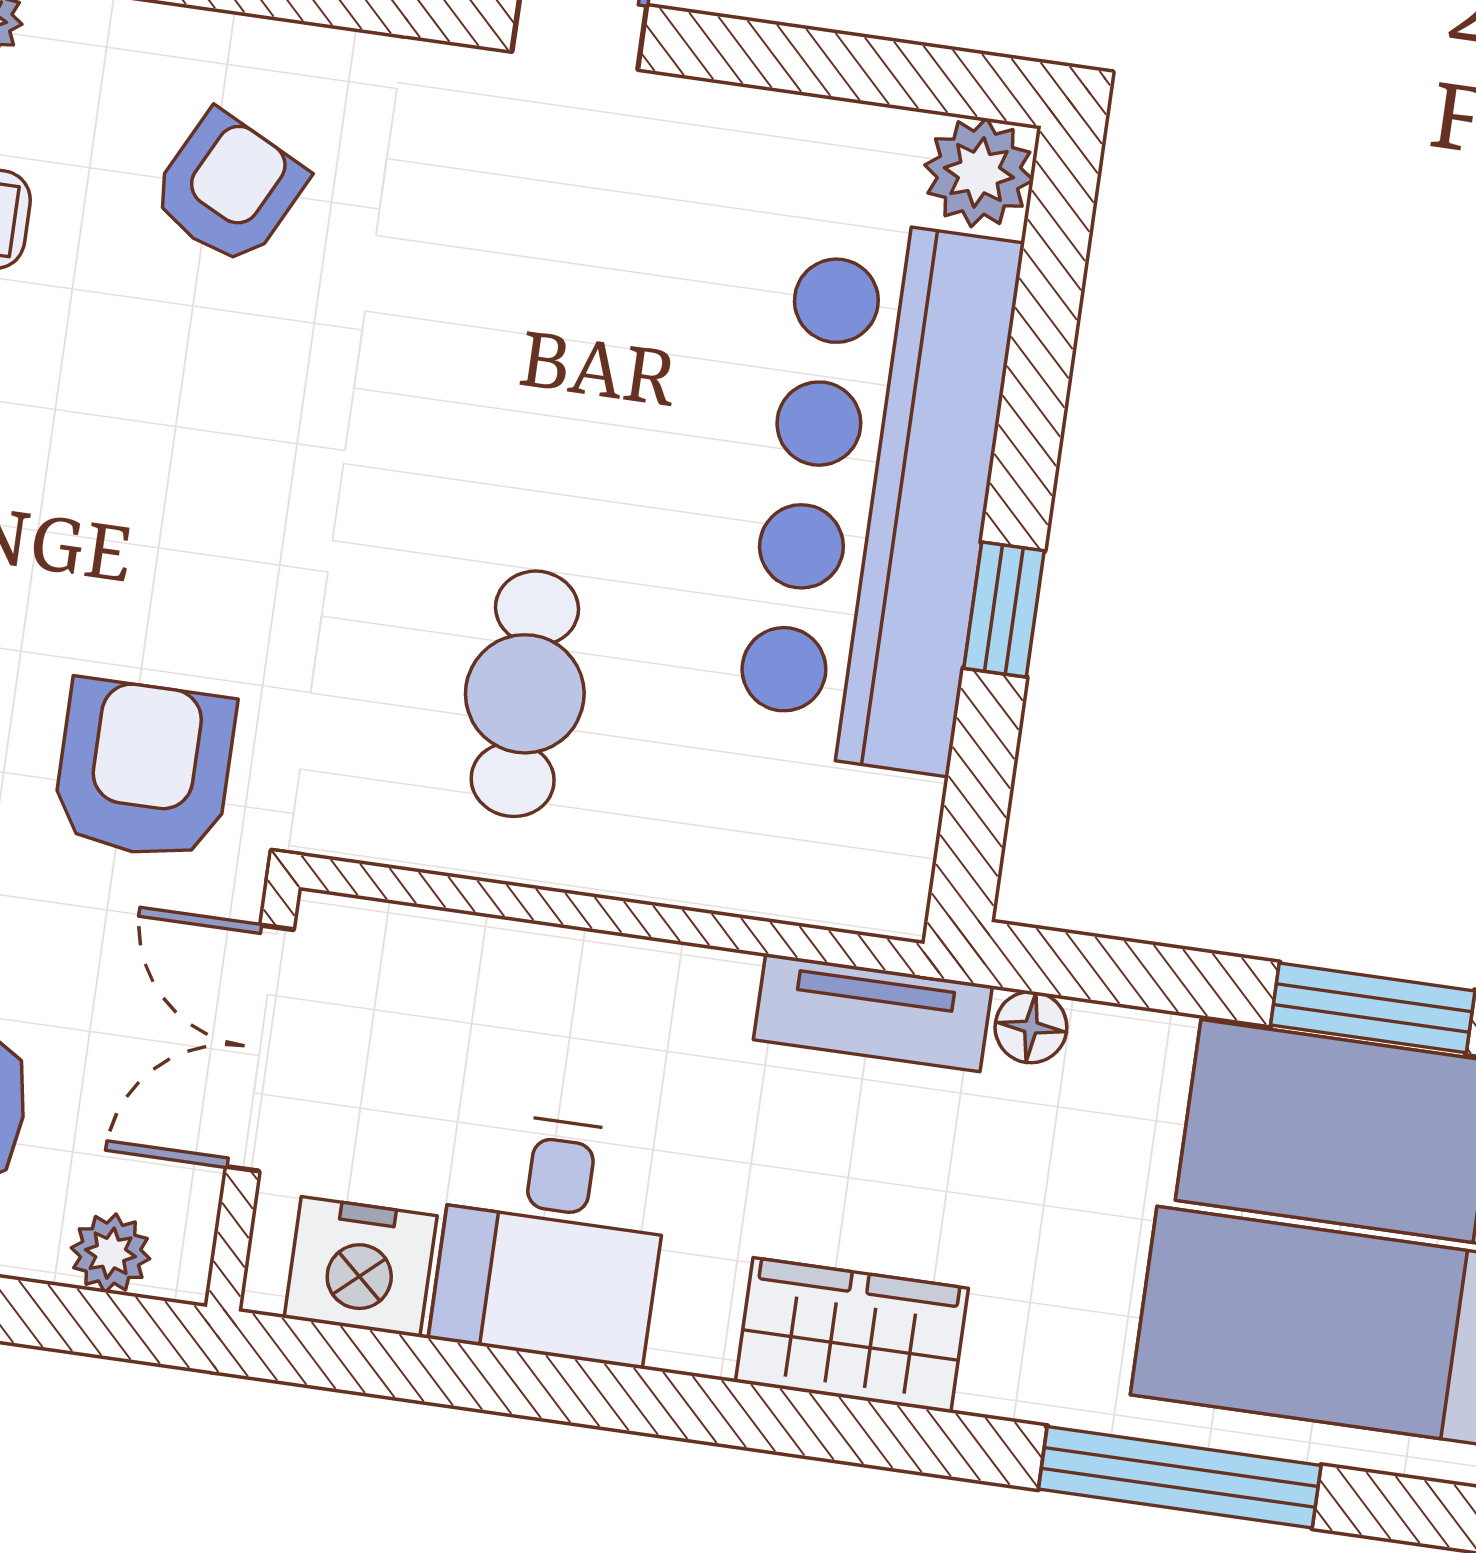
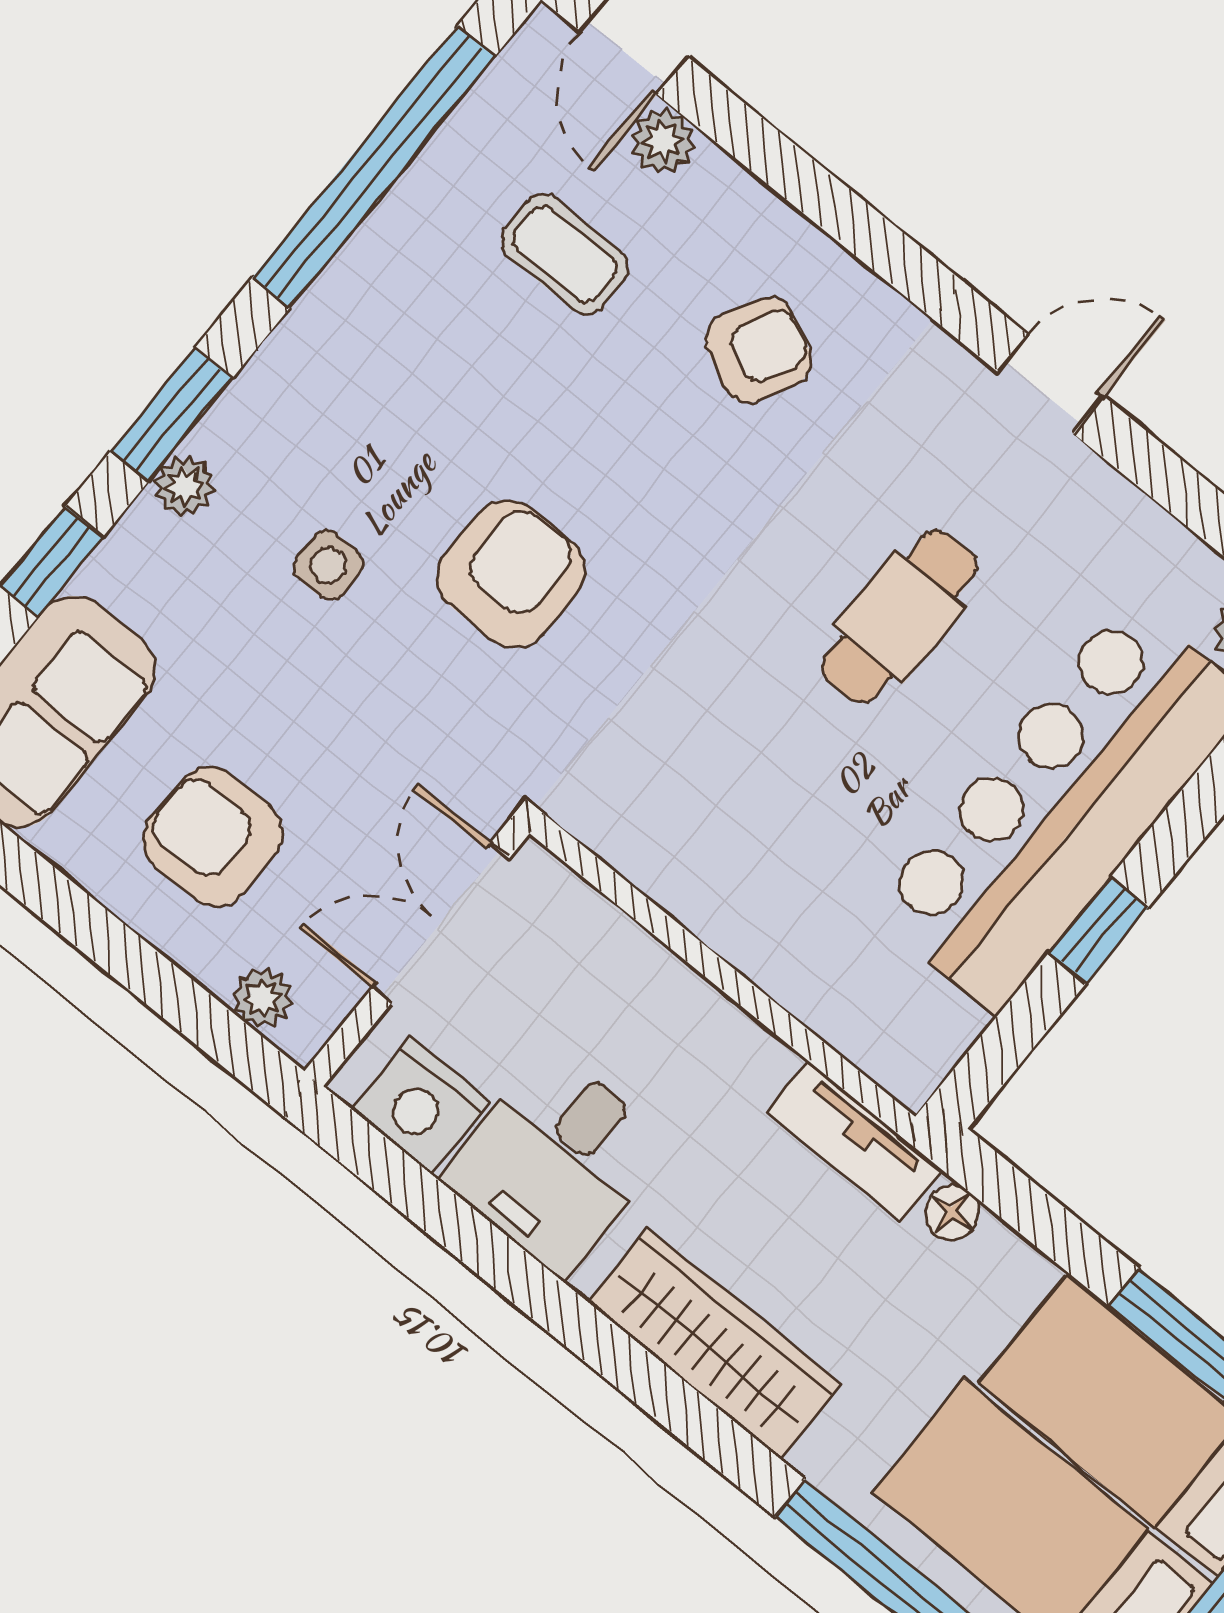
cafe table: (525, 694) -> (899, 617), moved
armchair: (144, 769) -> (511, 574), moved
wardrobe: (852, 1335) -> (714, 1343), width x1.50

